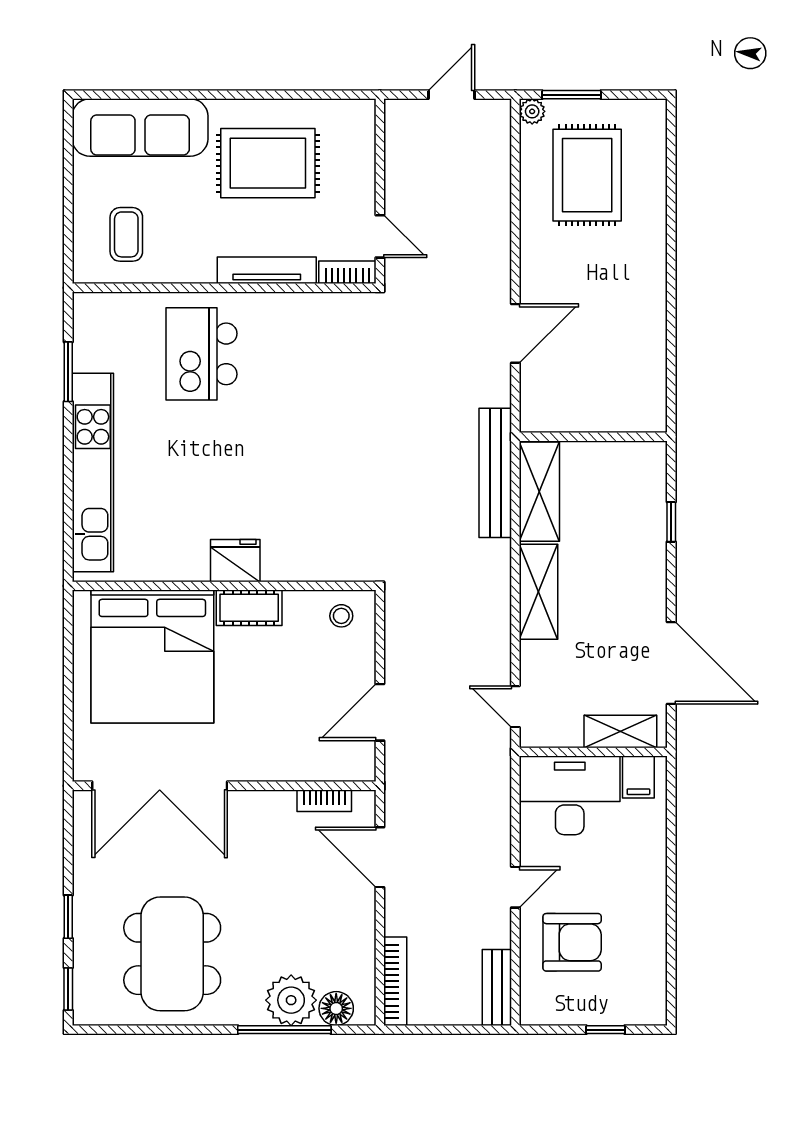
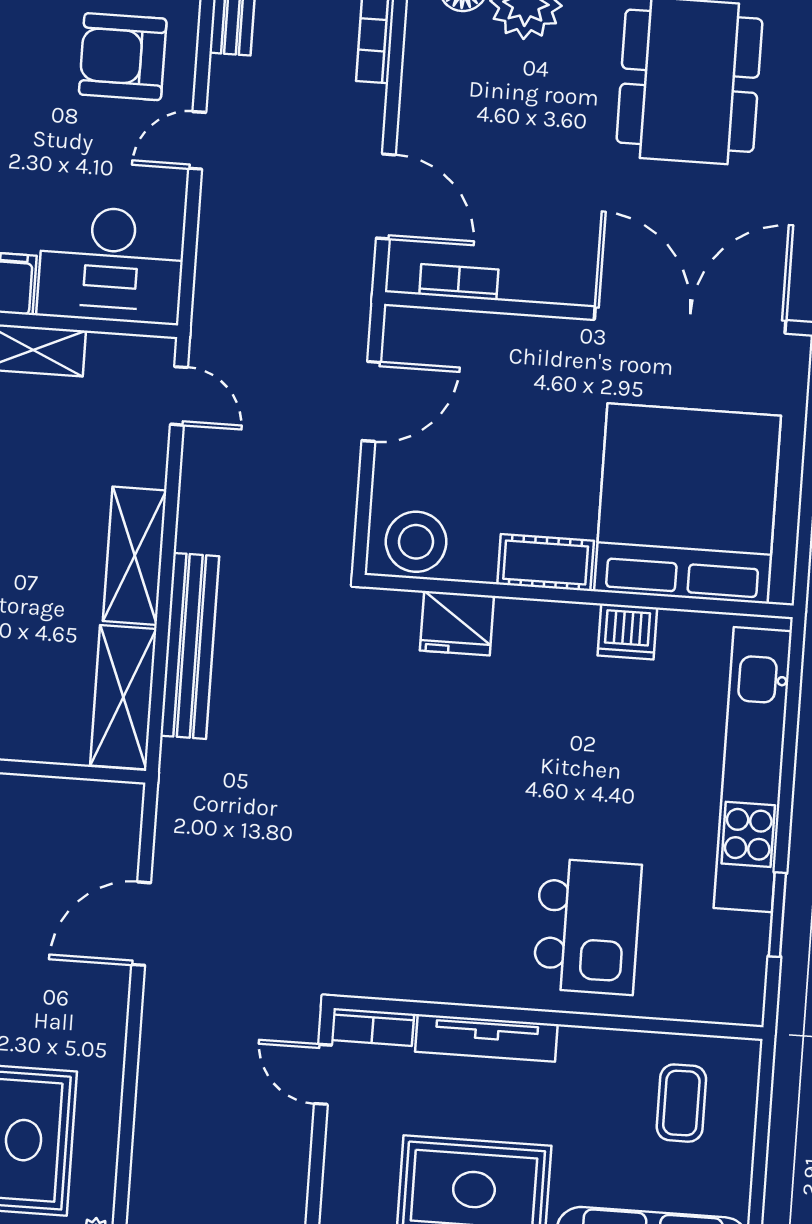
bench: (495, 473) -> (190, 646), moved
fridge: (235, 561) -> (457, 623), moved
dishwasher: (188, 563) -> (627, 632), added
stool: (341, 616) -> (416, 542), width x1.89, depth x1.89

